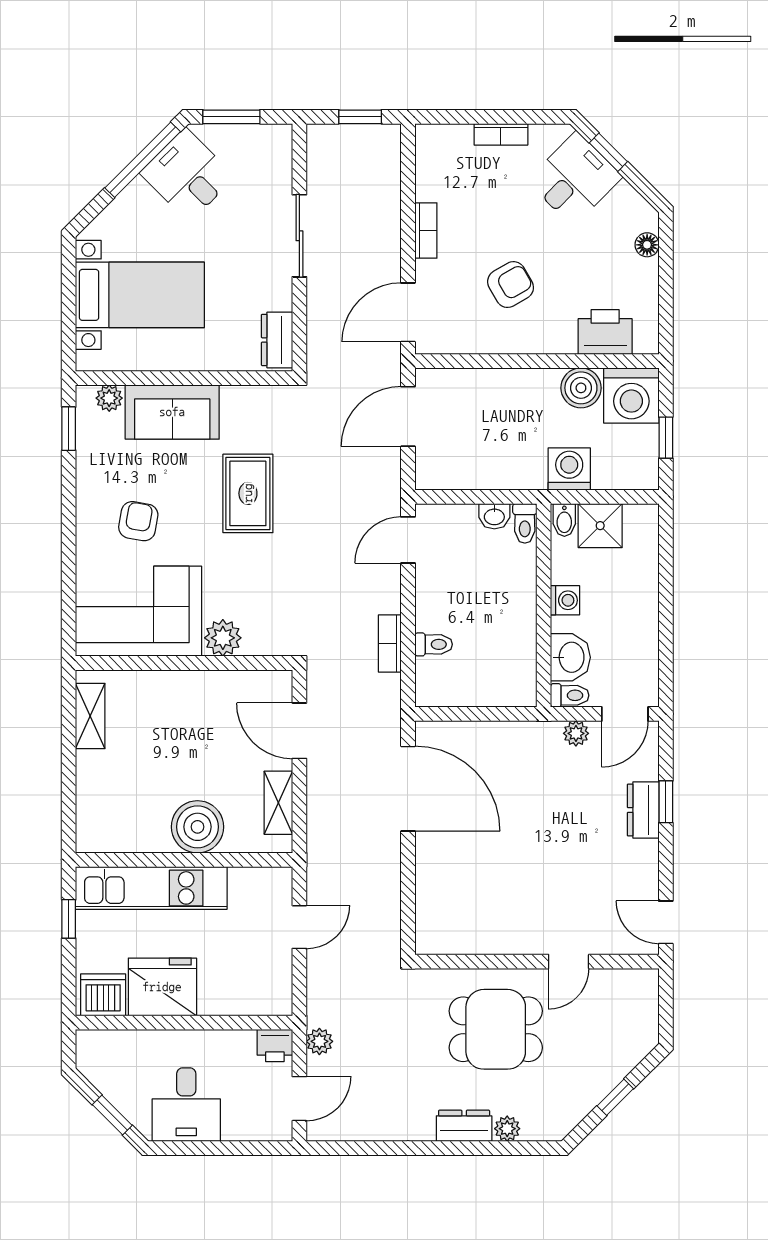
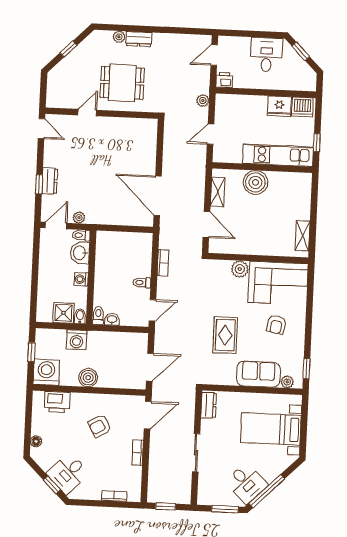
bookcase: (501, 134) -> (114, 496), moved
boiler: (581, 388) -> (88, 378), moved
toilet: (434, 644) -> (142, 283), moved
fridge: (162, 987) -> (279, 106), width x0.73, depth x0.75
plant: (319, 1041) -> (203, 100), moved

